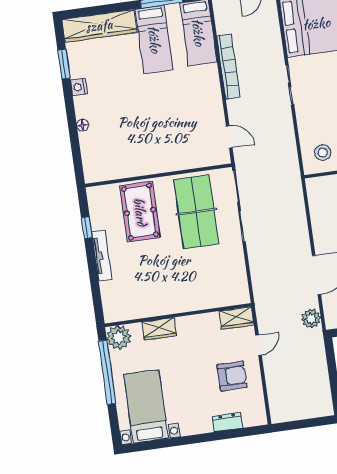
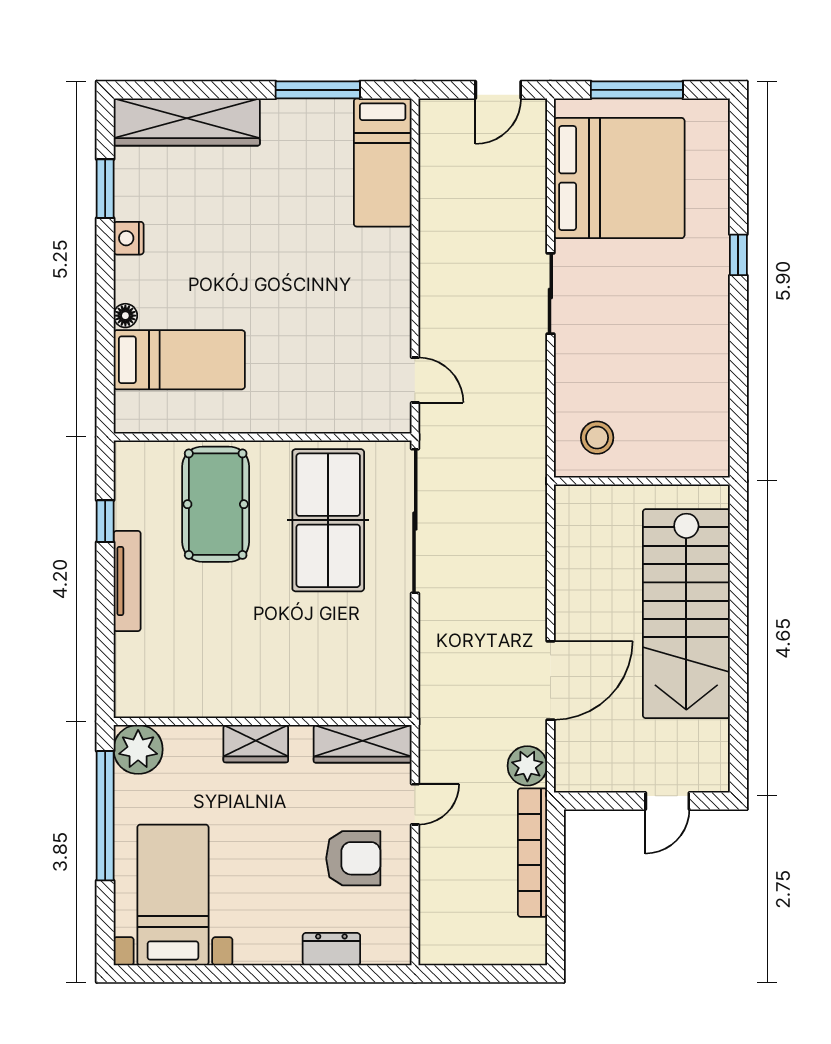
bed: (154, 39) -> (179, 360), moved, turned -90
bookcase: (228, 67) -> (532, 853), moved, turned 180
wardrobe: (237, 318) -> (363, 744), width x1.50
wardrobe: (159, 329) -> (256, 744), moved

